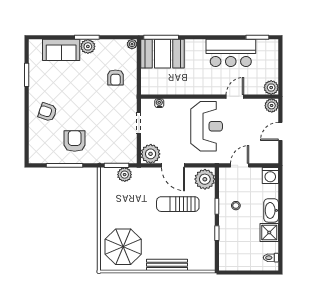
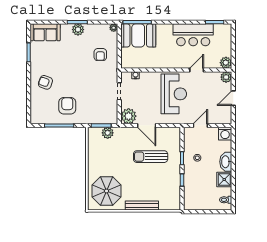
sofa: (61, 50) -> (45, 32), moved
plant: (205, 179) -> (172, 137), removed

